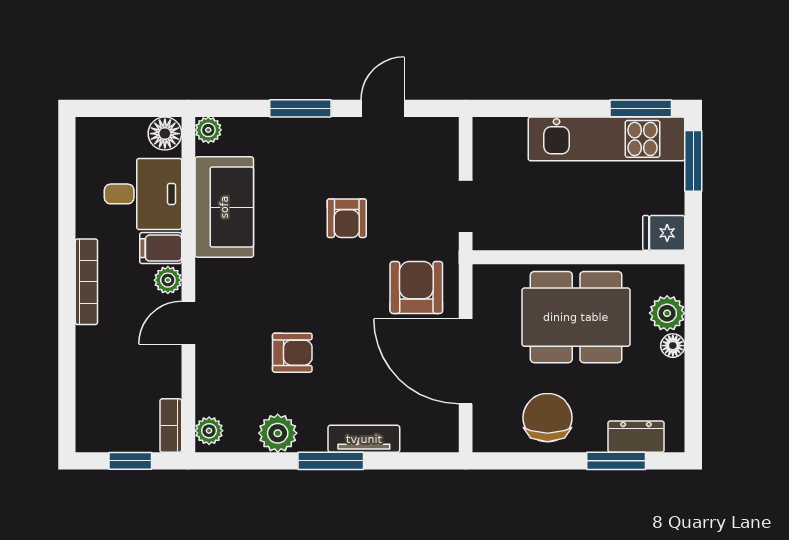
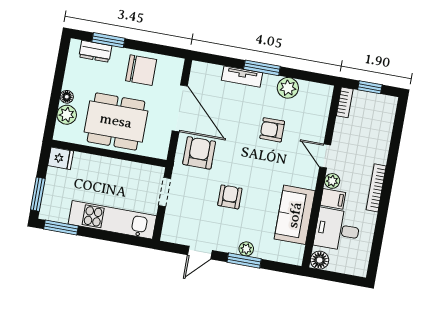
plant: (208, 130) -> (246, 249), moved
kitchen unit: (607, 139) -> (112, 220), moved
armchair: (416, 287) -> (199, 153), turned 180
door: (188, 323) -> (325, 156), swing flipped
chair: (548, 418) -> (141, 70), turned -90
plant: (209, 431) -> (325, 96), removed

